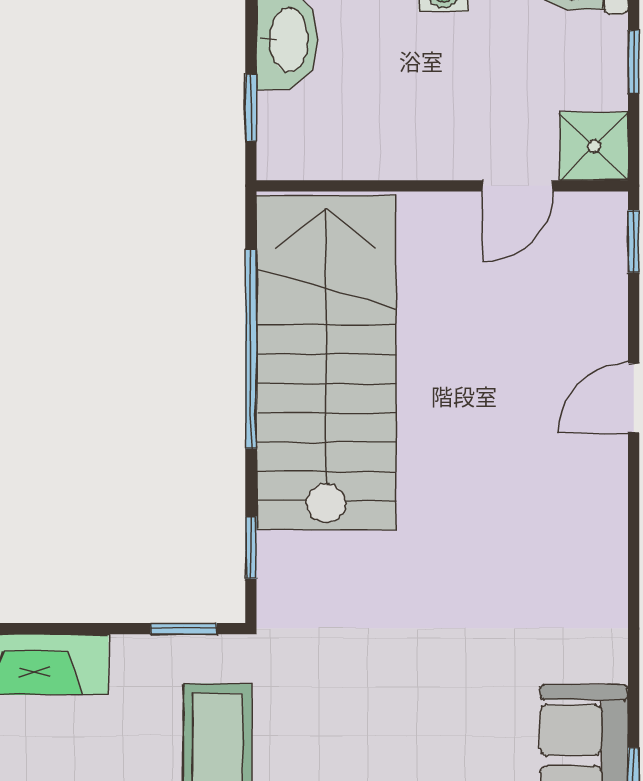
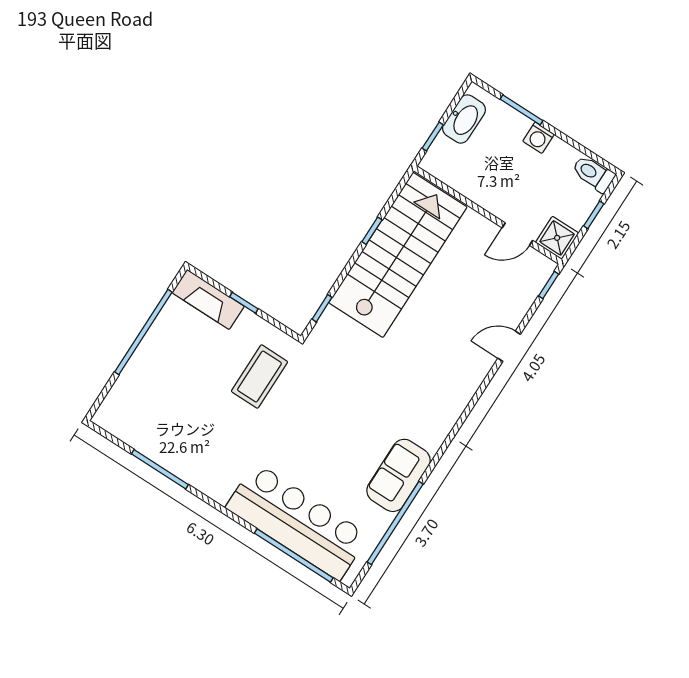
window: (251, 349) -> (372, 231), width x0.32
window: (184, 629) -> (244, 303), moved

